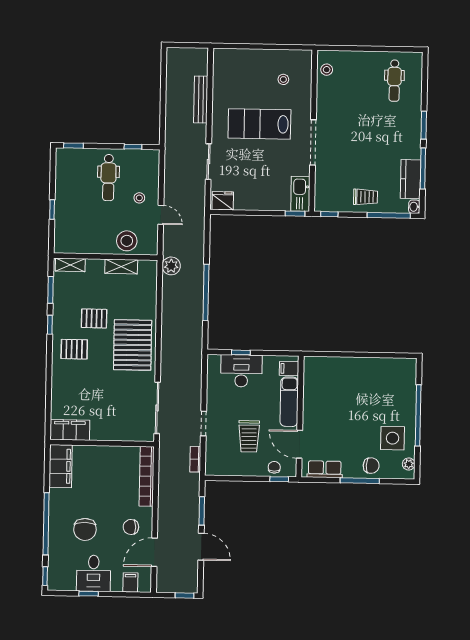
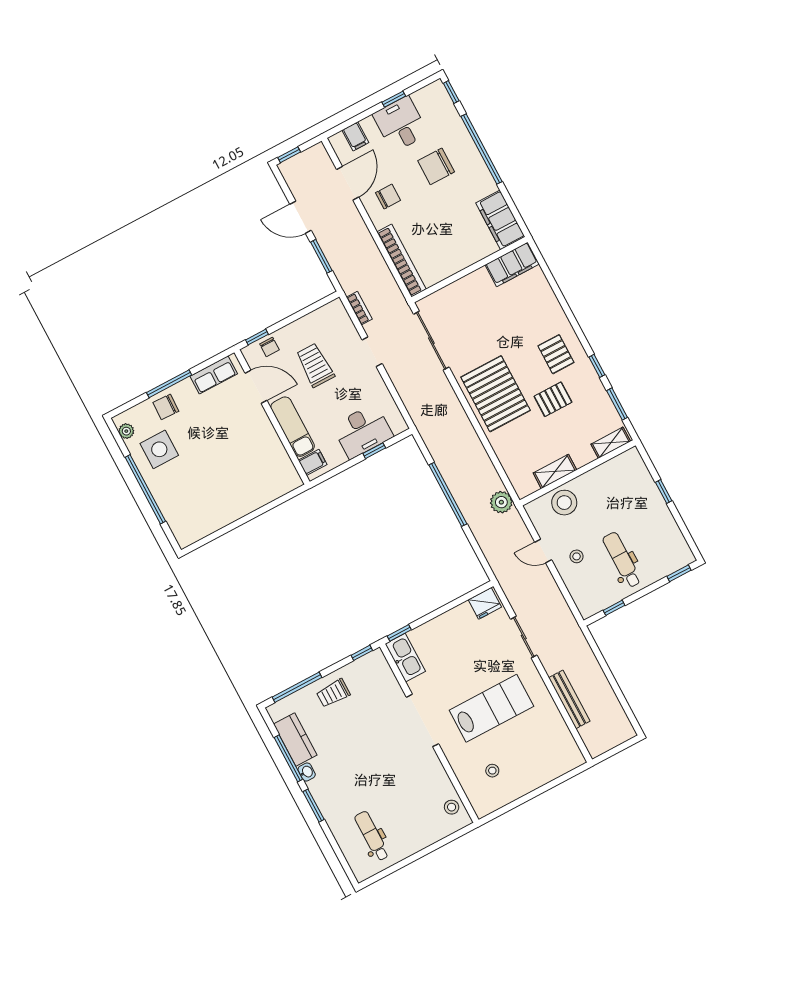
washbasin: (414, 207) -> (307, 772), moved
pallet: (74, 349) -> (556, 354), turned 90
chair: (85, 529) -> (436, 166), turned -90

